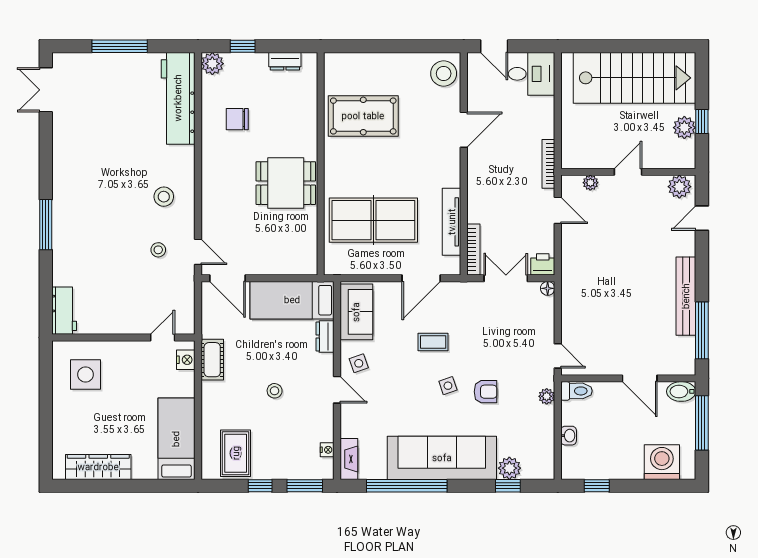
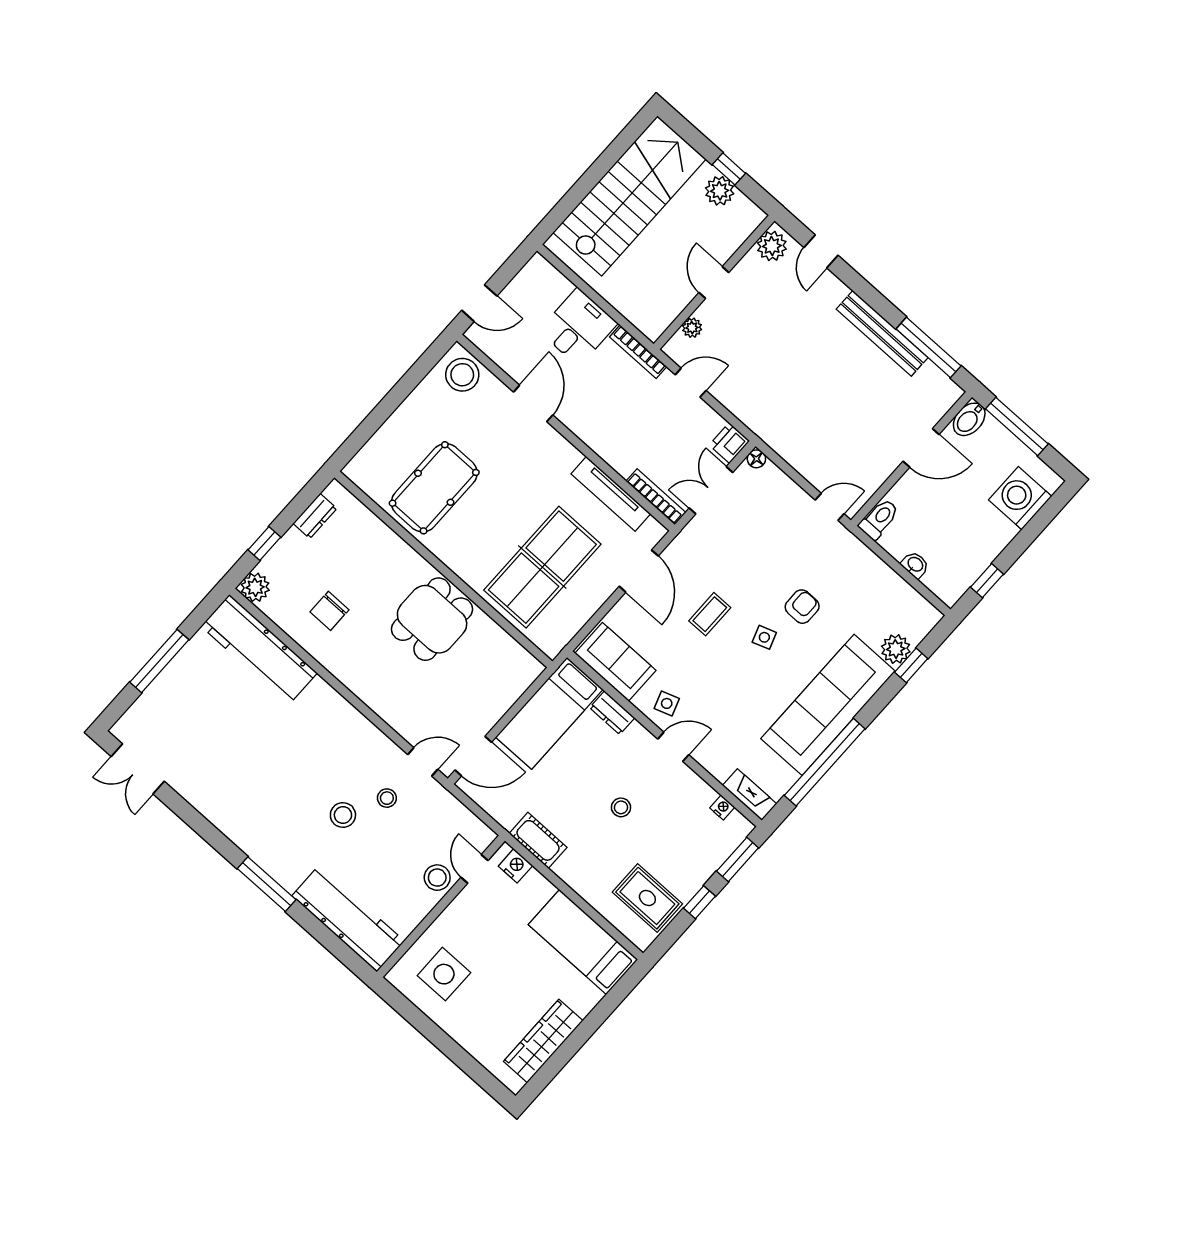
desk: (532, 74) -> (578, 327), moved
stool: (164, 197) -> (343, 815), moved
workbench: (64, 311) -> (348, 918), width x1.88, depth x1.32
stool: (138, 320) -> (437, 878), added
plant: (547, 396) -> (859, 552), removed

